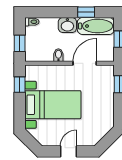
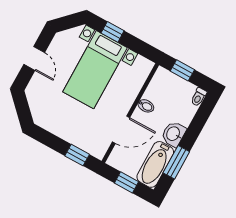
window: (86, 12) -> (176, 162), width x1.50
door: (85, 63) -> (121, 130), hinge flipped
window: (20, 85) -> (113, 32), moved

